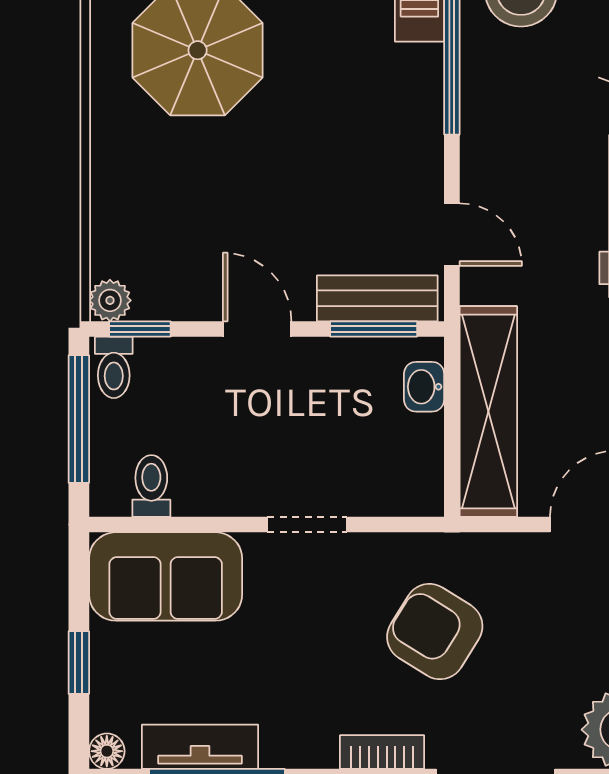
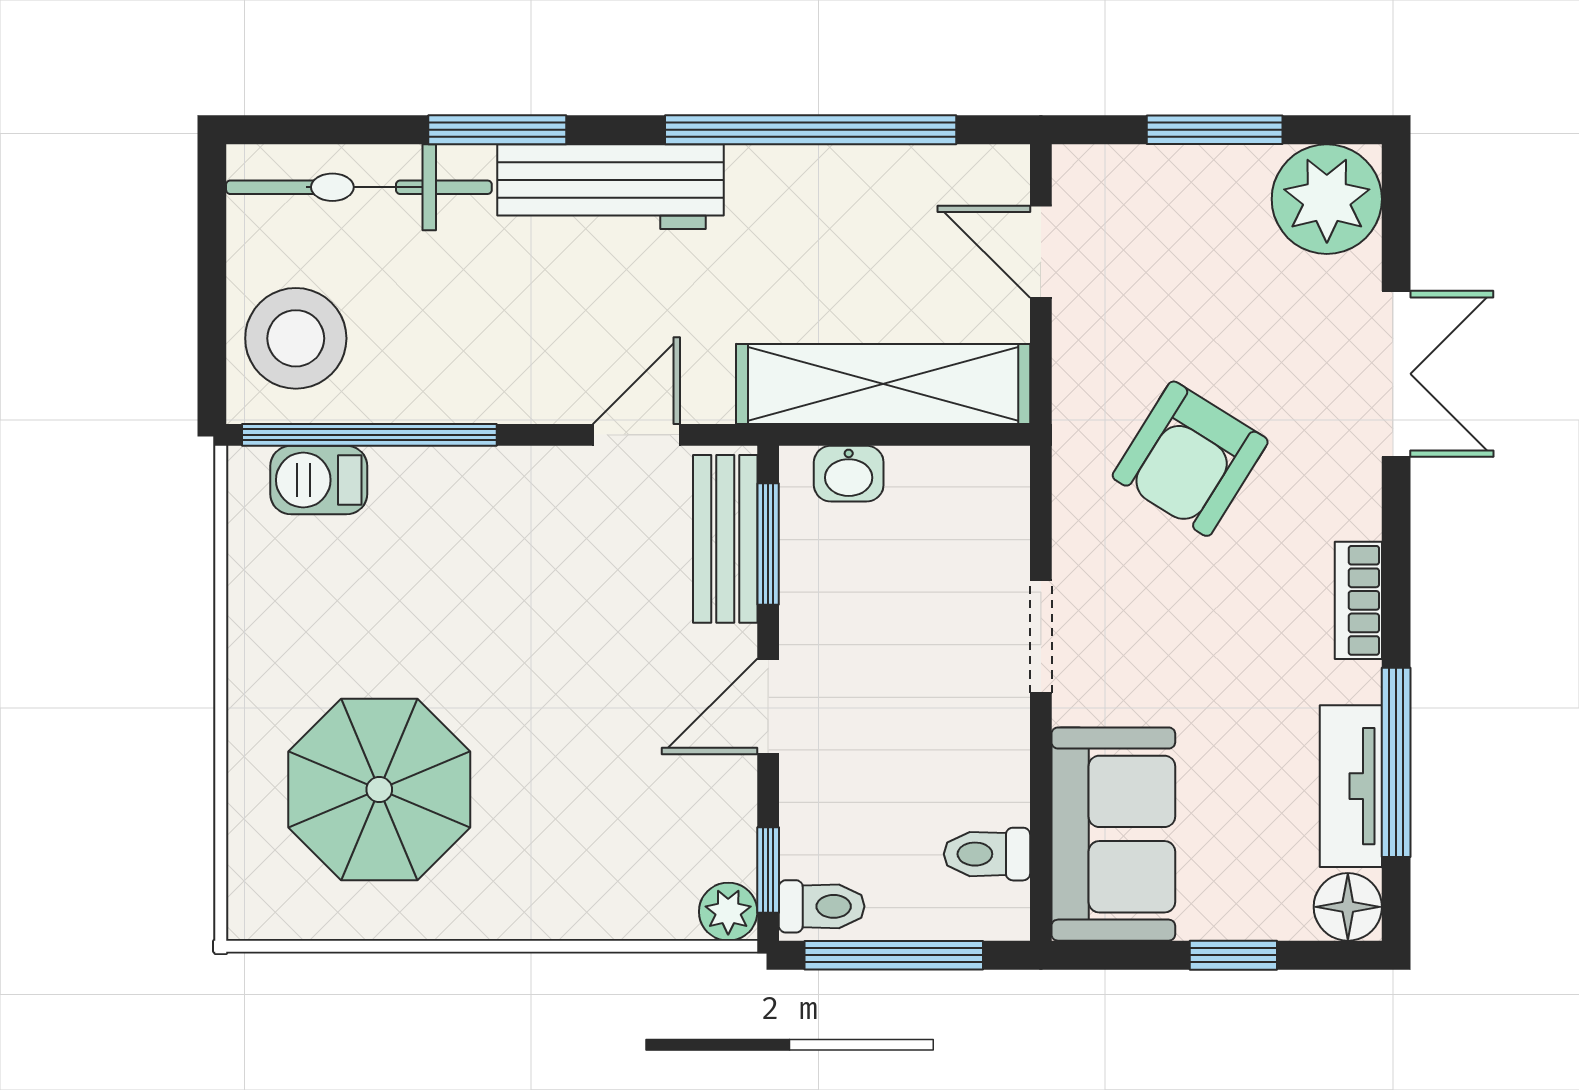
floor lamp: (107, 751) -> (1348, 907), width x1.37, depth x1.37
bookcase: (382, 752) -> (1358, 600), moved

